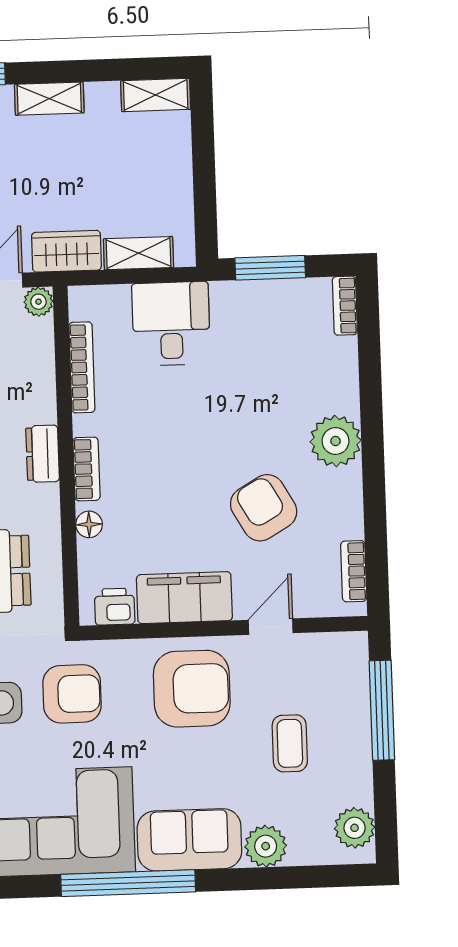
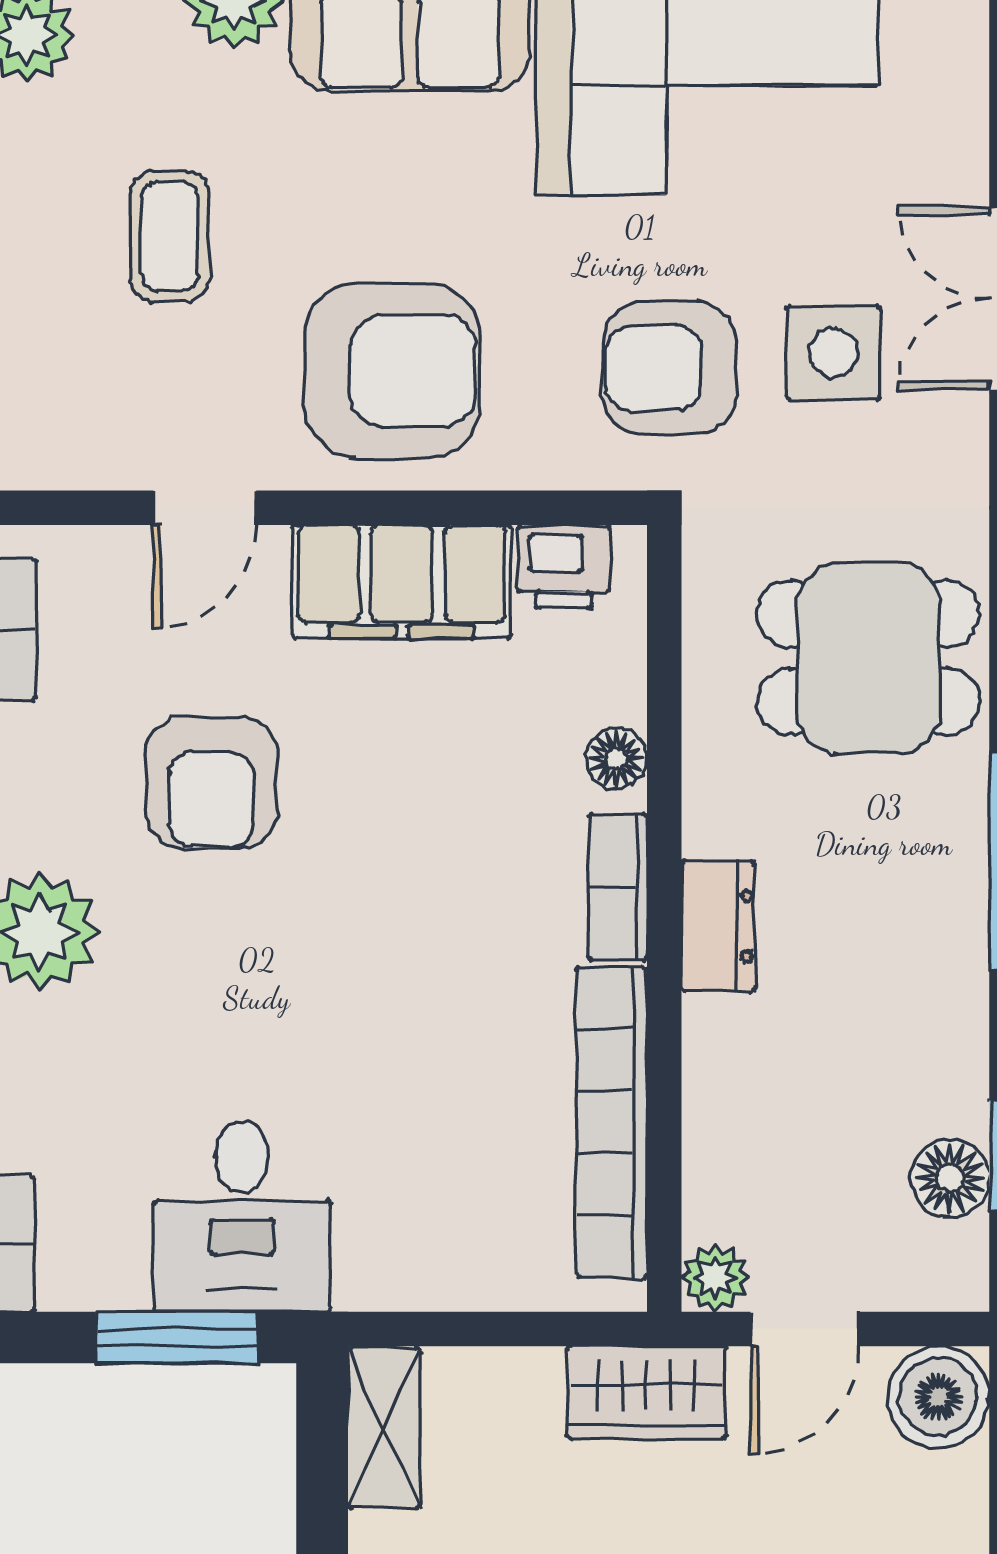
shelving: (139, 253) -> (384, 1428), moved, turned 90
desk: (171, 324) -> (242, 1216), moved
bookcase: (82, 367) -> (612, 1122), width x1.48, depth x1.31
armchair: (264, 508) -> (211, 783), turned 30
armchair: (192, 689) -> (392, 371), turned 180

